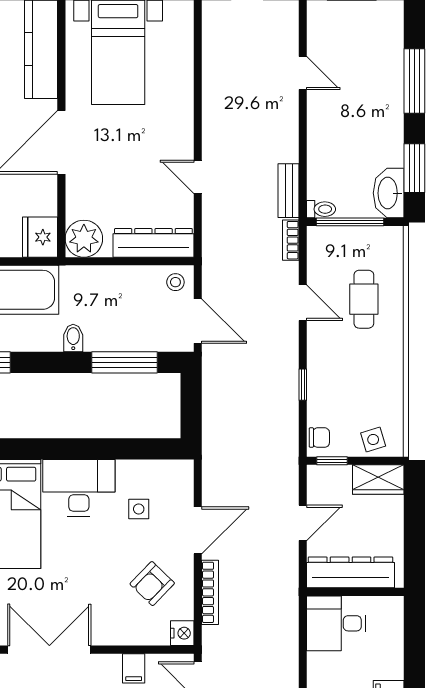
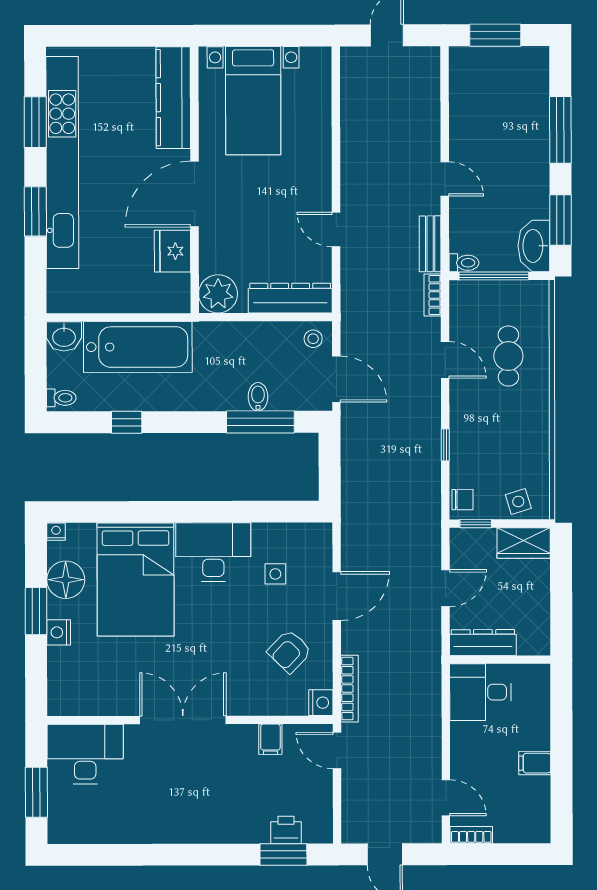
door: (303, 73) -> (445, 179), moved
fridge: (40, 237) -> (172, 251), moved
bidet: (73, 338) -> (258, 397), moved
dresser: (351, 572) -> (483, 643), width x0.73, depth x0.80
bookcase: (210, 592) -> (349, 689), moved

